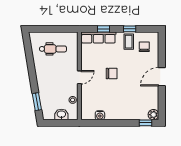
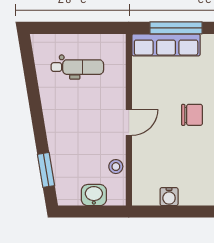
window: (103, 29) -> (176, 28), width x2.17

